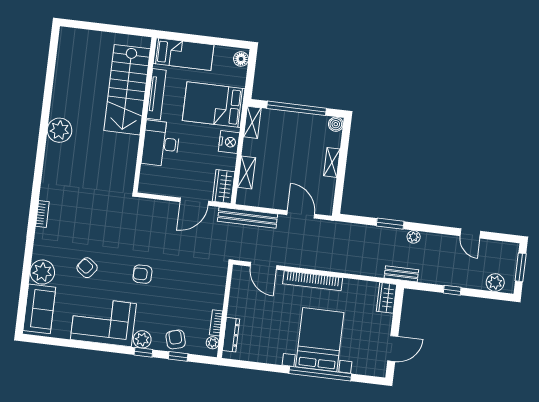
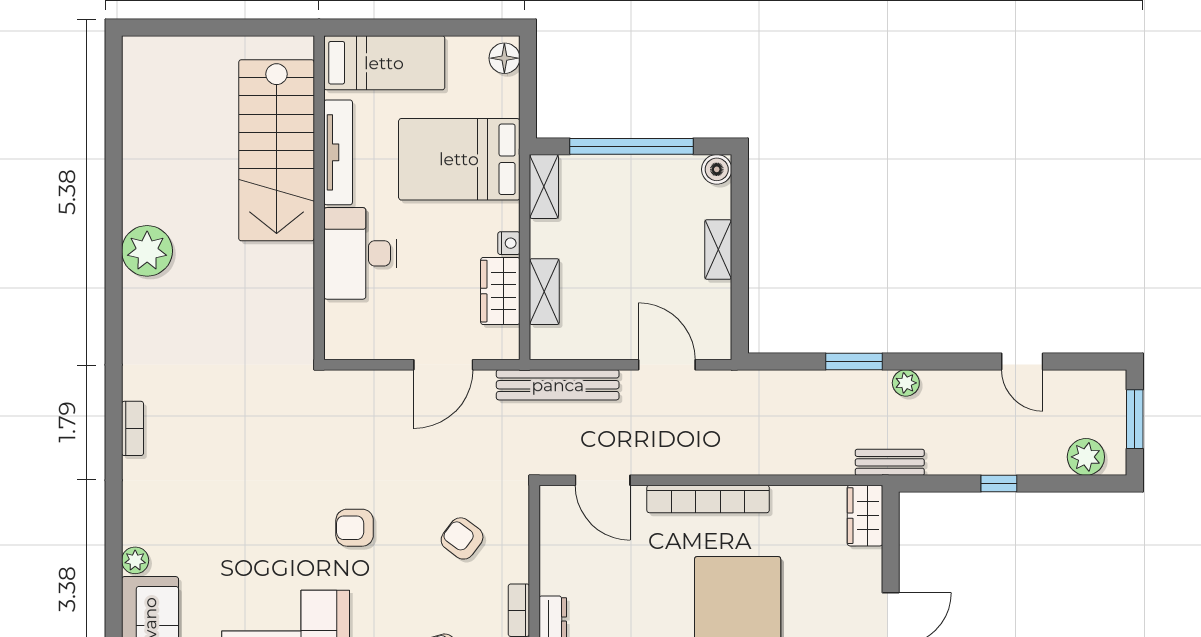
nightstand: (229, 142) -> (509, 243), width x0.53, depth x0.56
wardrobe: (224, 186) -> (500, 291), moved
armchair: (87, 268) -> (462, 538), moved
plant: (42, 272) -> (135, 560), width x0.53, depth x0.53

